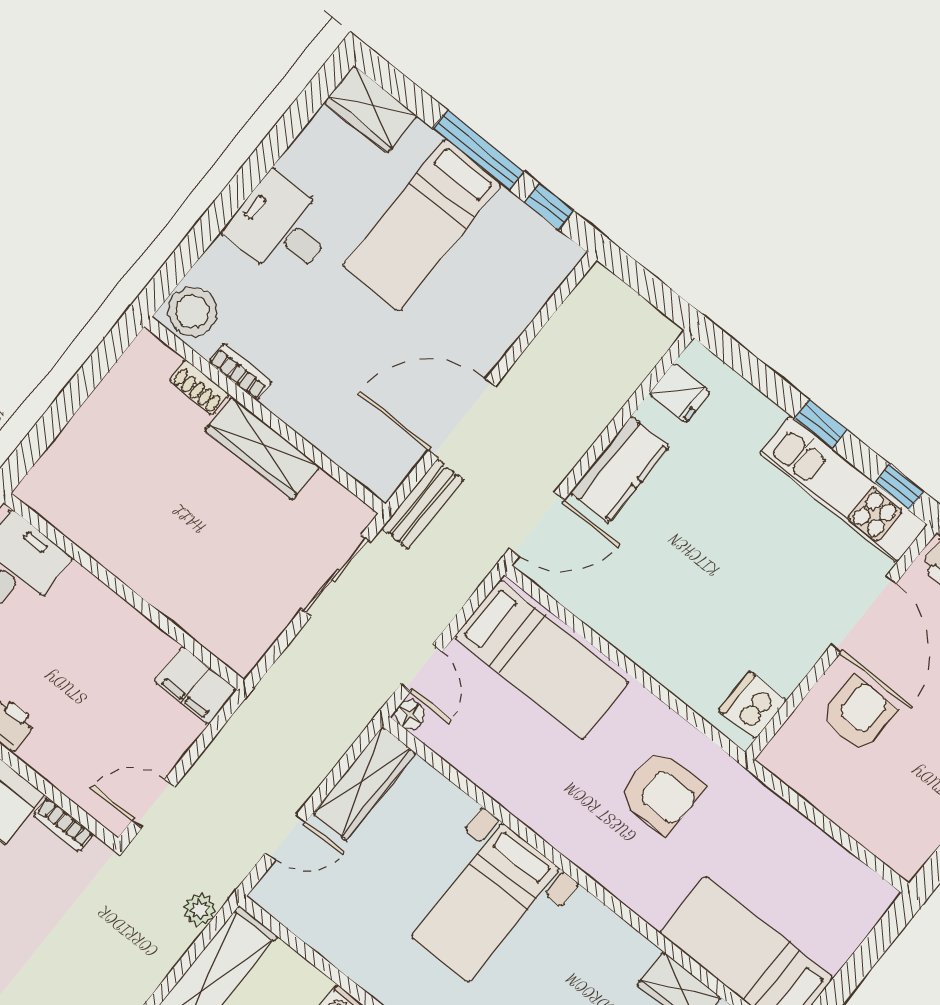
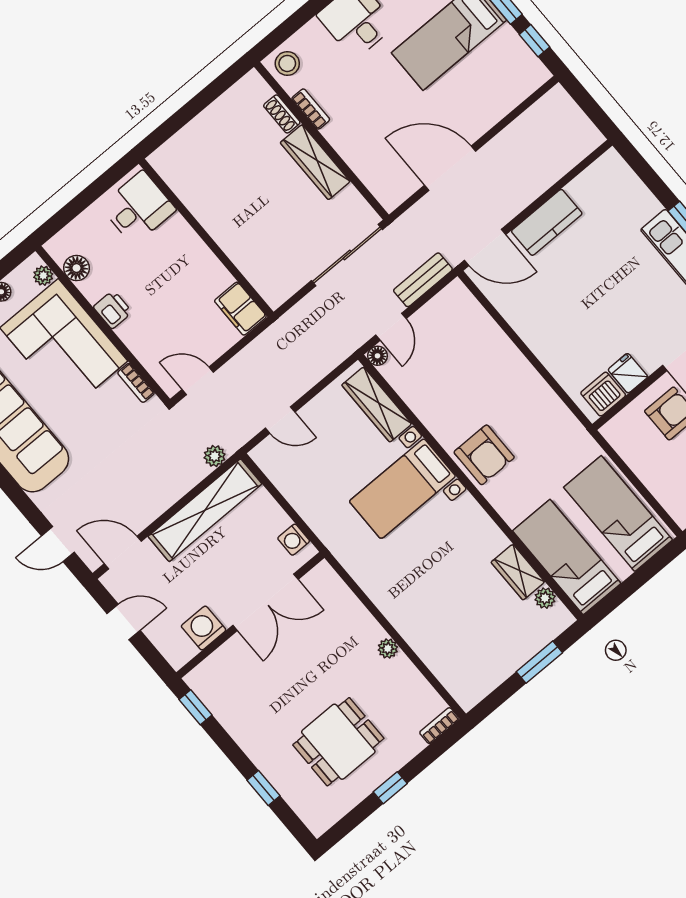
stool: (193, 312) -> (287, 63), width x0.73, depth x0.73
fridge: (680, 393) -> (628, 373), moved, turned 180
bench: (423, 504) -> (423, 280), moved
sliding door: (336, 576) -> (347, 255), width x1.37
bed: (542, 660) -> (618, 514), moved, turned 180
wardrobe: (364, 783) -> (377, 404), moved, turned 90
armchair: (661, 792) -> (484, 455), moved

